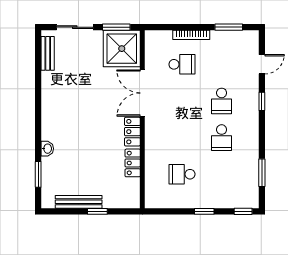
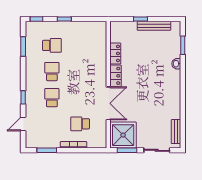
school desk: (182, 174) -> (52, 45), moved

